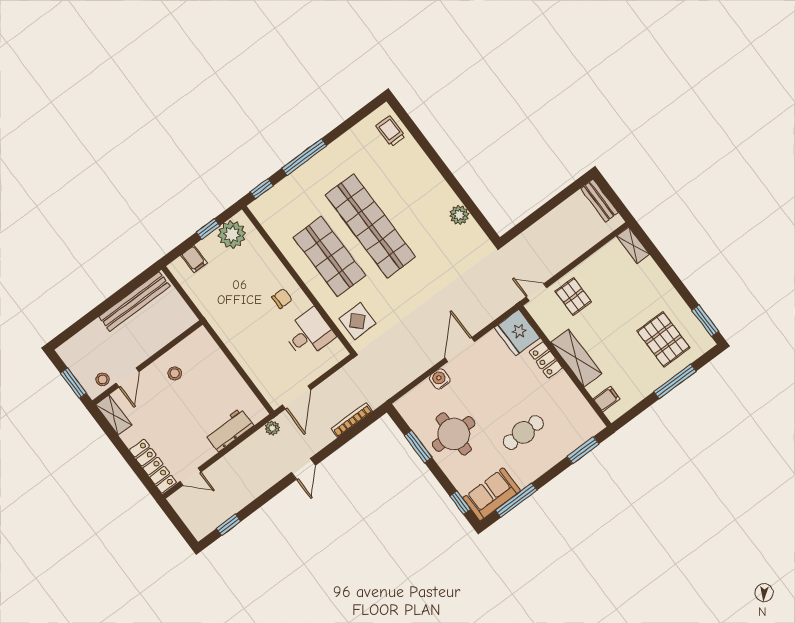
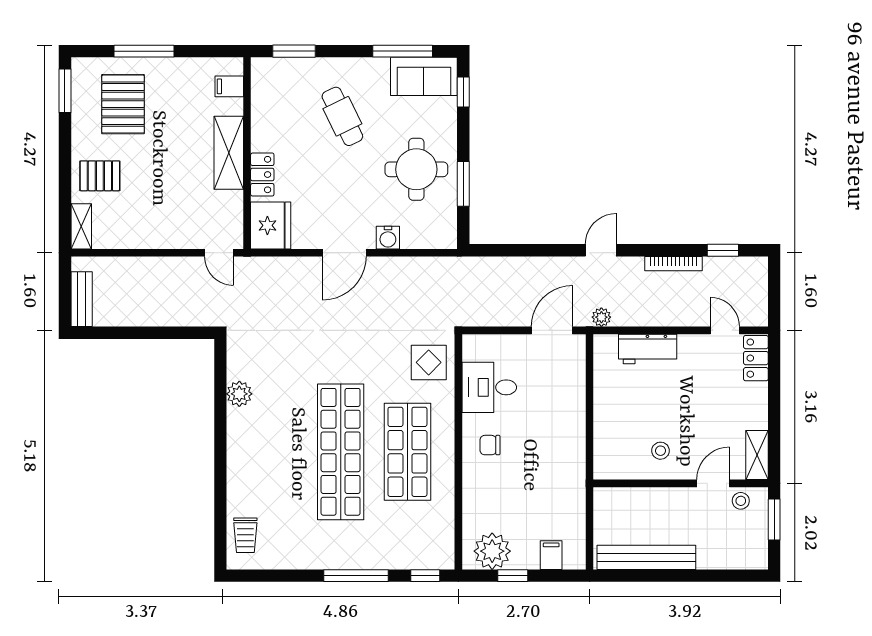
pallet: (573, 297) -> (100, 176), moved, turned 90
bookcase: (352, 420) -> (674, 264), moved
cafe table: (523, 432) -> (342, 116), turned 64
locker: (153, 466) -> (756, 358), width x0.66

